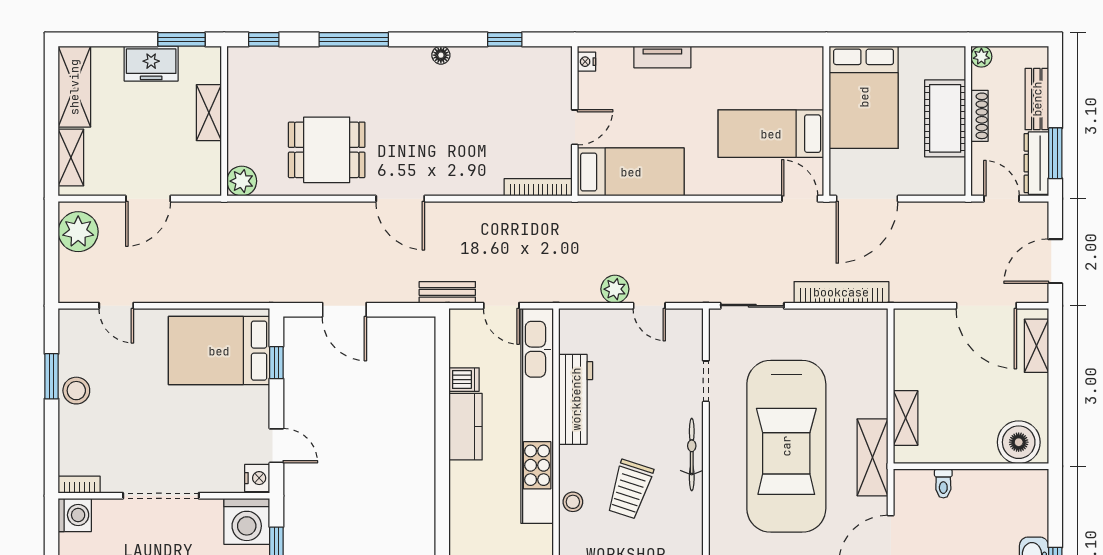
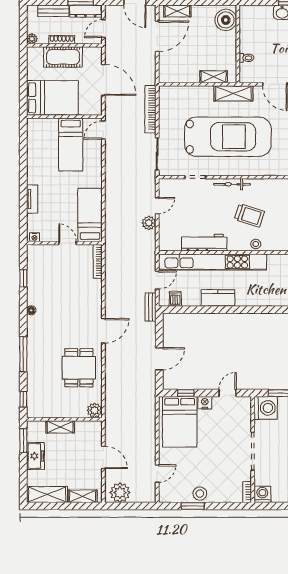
door: (867, 199) -> (103, 80), moved
dishwasher: (464, 380) -> (175, 299), moved
nightstand: (257, 478) -> (205, 403), moved

